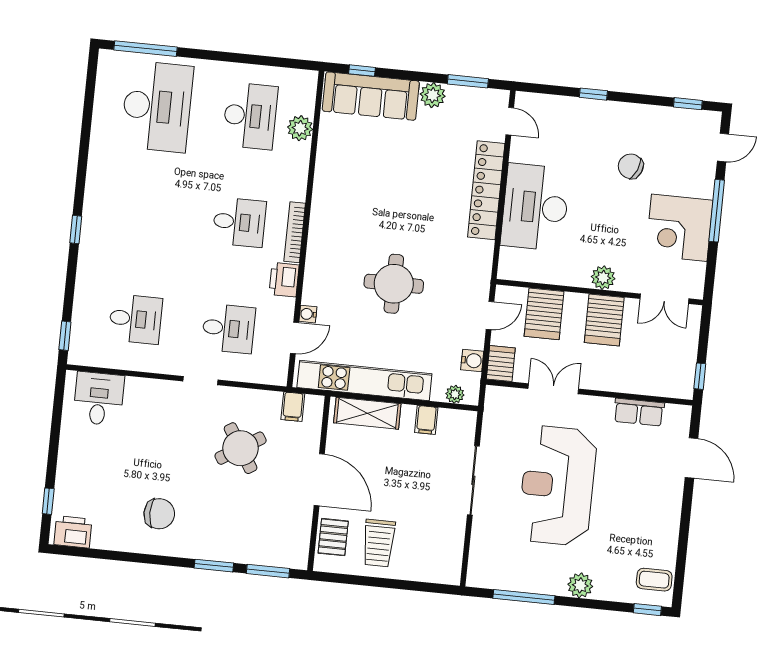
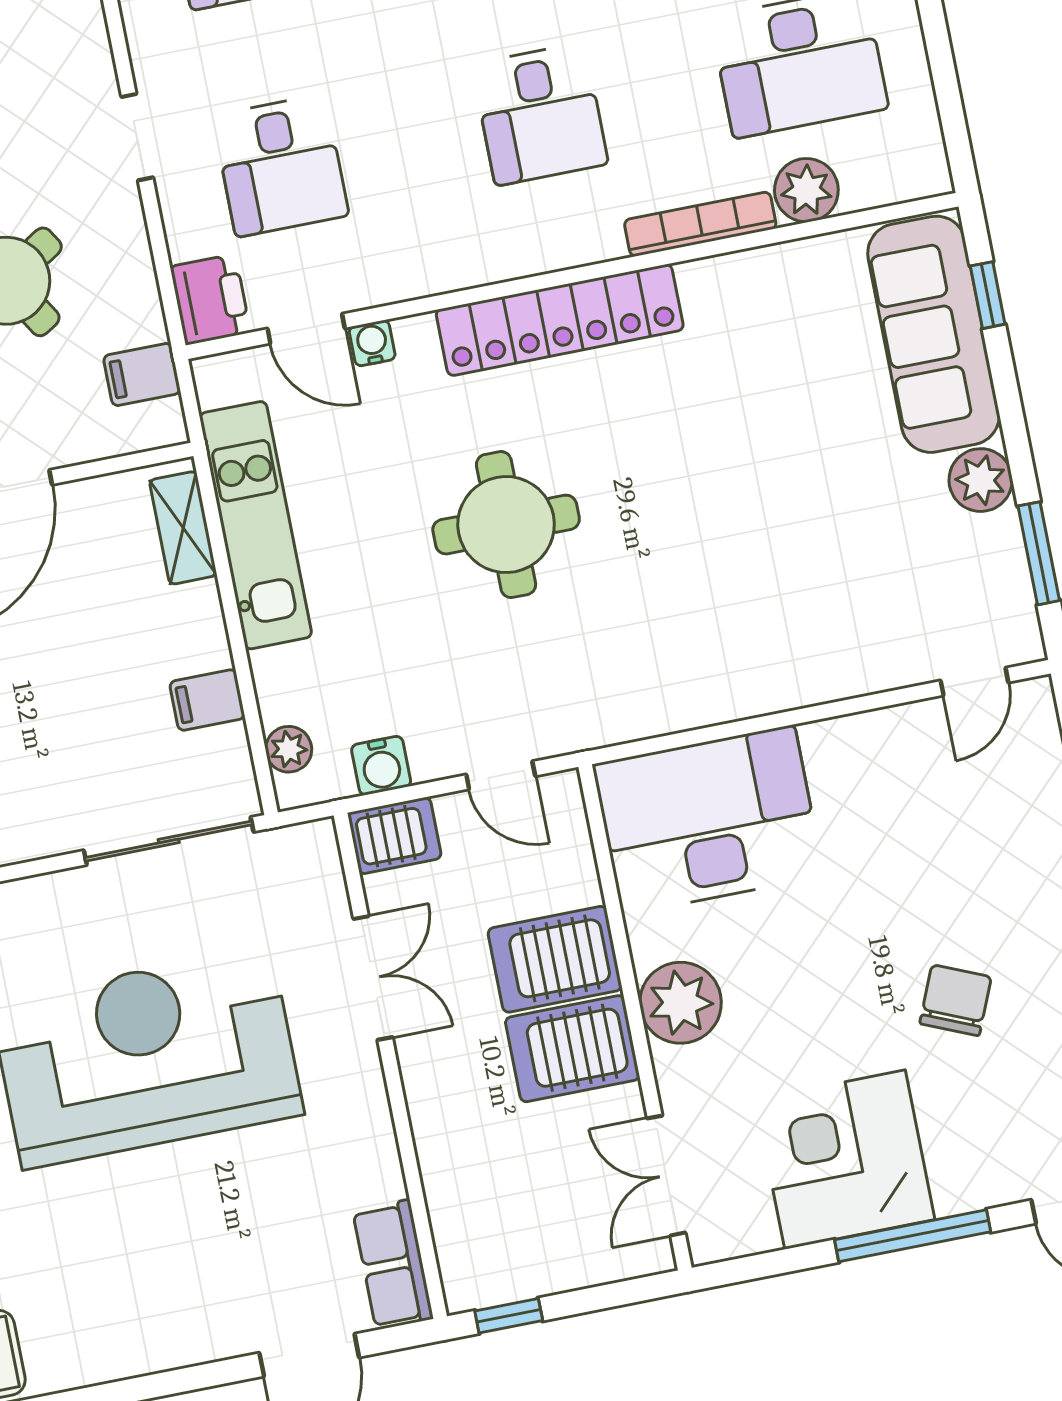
locker: (486, 190) -> (560, 320), moved, turned 180
desk: (535, 207) -> (708, 820), moved
bookcase: (295, 232) -> (700, 224), moved
plant: (603, 278) -> (681, 1003), width x1.36, depth x1.36
printer: (284, 280) -> (210, 300), moved, turned 90
server rack: (544, 314) -> (555, 959), moved
kitchen unit: (364, 381) -> (256, 525), width x0.73
row of seats: (639, 412) -> (393, 1265), moved
shelving: (367, 413) -> (183, 528), width x0.67, depth x0.75
sliding door: (473, 480) -> (169, 841), moved

